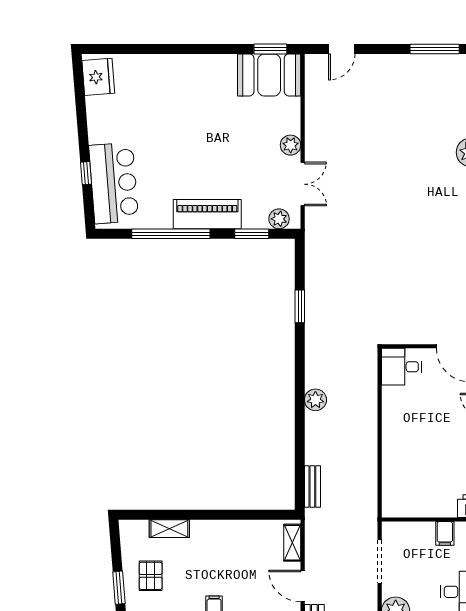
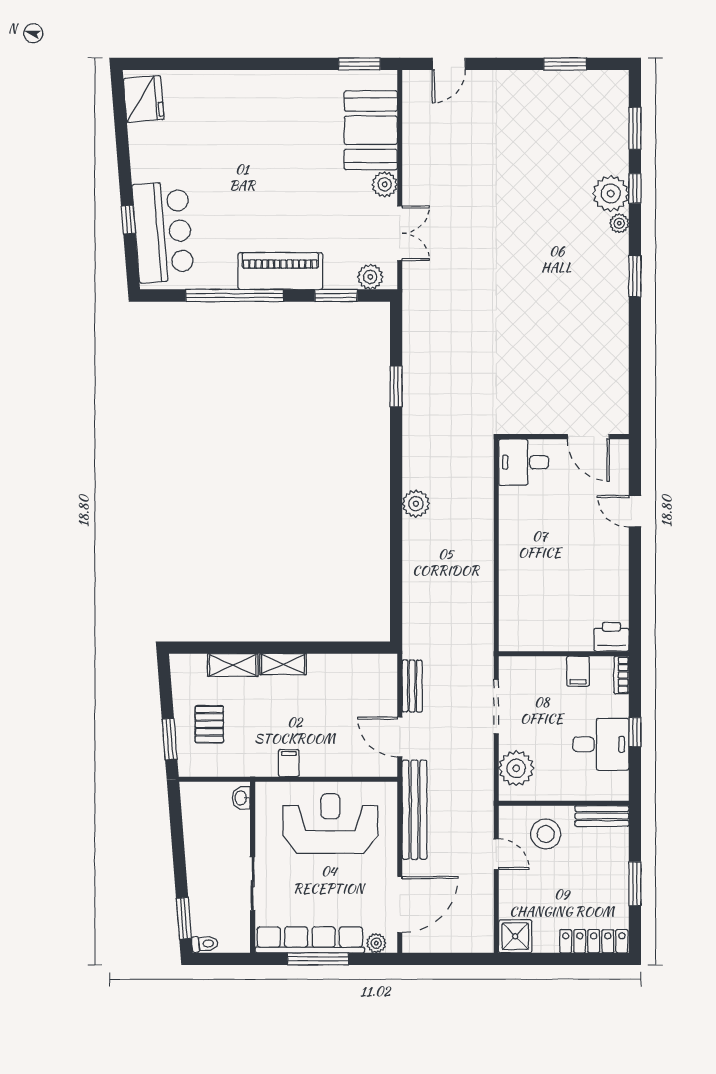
window: (435, 49) -> (565, 64), width x0.69
booth: (269, 75) -> (371, 130), moved, turned 90
bench: (312, 486) -> (412, 686), moved
shelving: (292, 543) -> (283, 664), moved, turned 90

